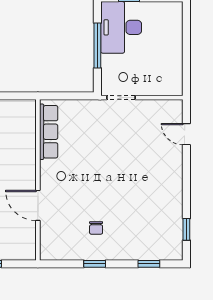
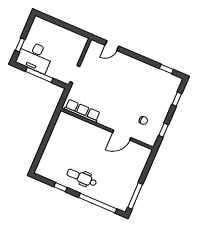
row of seats: (49, 132) -> (82, 111), moved
wall: (38, 180) -> (107, 129), moved
door: (38, 205) -> (122, 135), moved

